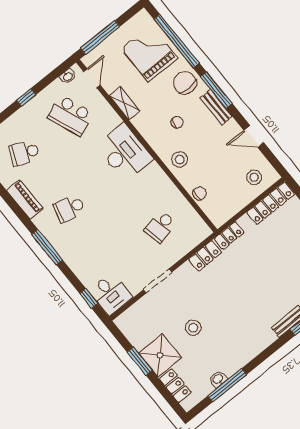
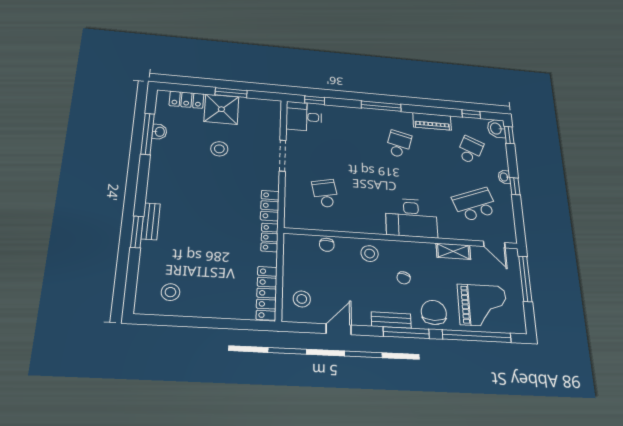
washbasin: (68, 76) -> (504, 177), moved
chair: (185, 83) -> (434, 312), turned -90

